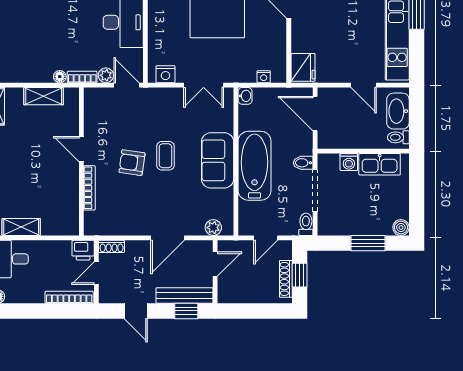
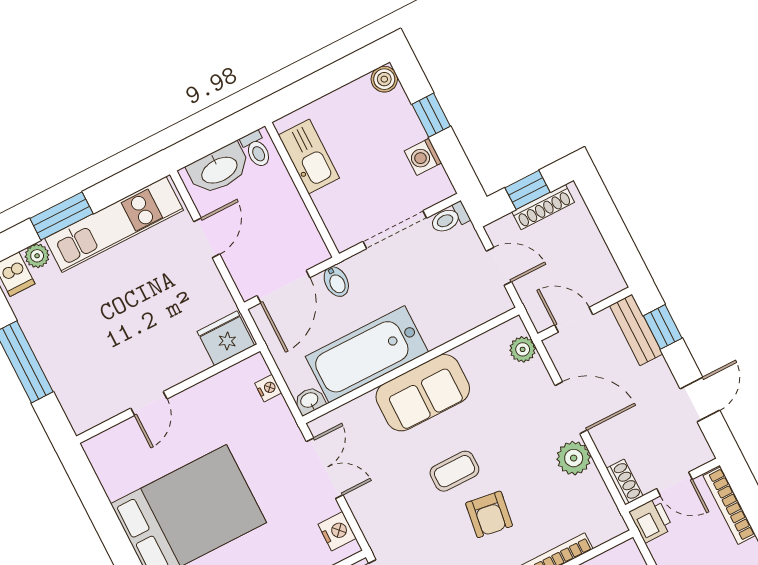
washing machine: (349, 162) -> (423, 157), moved, turned 180
bidet: (303, 163) -> (336, 282), moved
bathtub: (255, 166) -> (367, 354), moved
plant: (139, 225) -> (574, 458), added
window: (368, 243) -> (431, 115), width x0.67
bench: (185, 295) -> (636, 330), width x0.73

